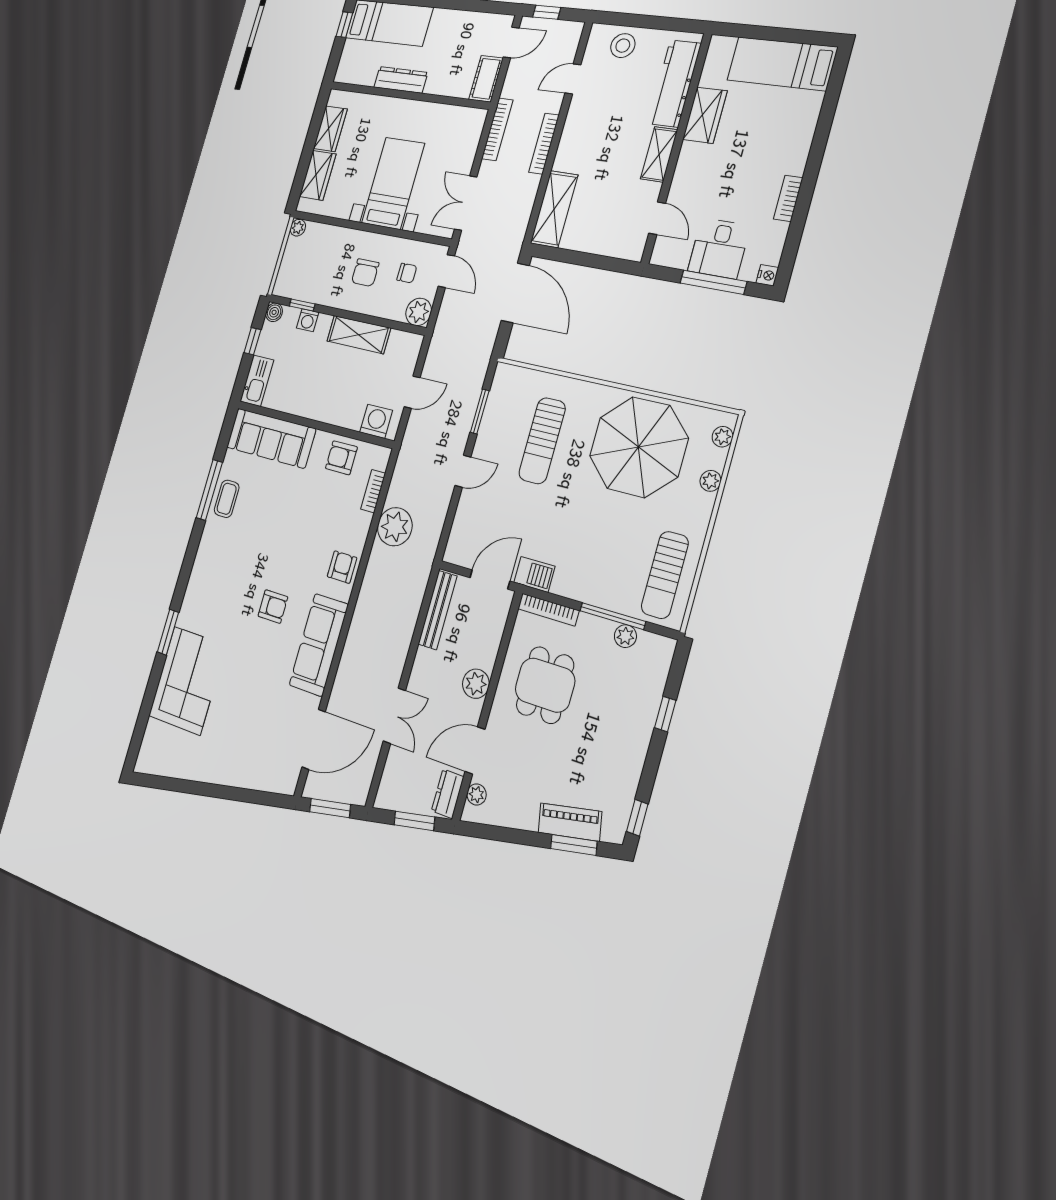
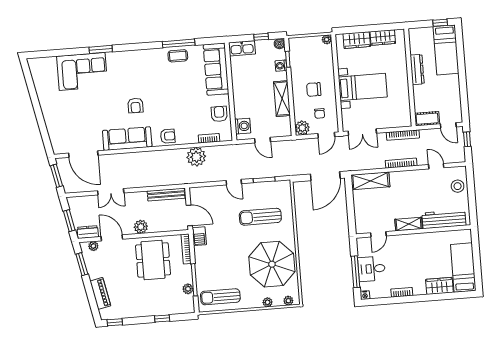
wardrobe: (705, 115) -> (439, 286), moved, turned 180
double door: (466, 203) -> (362, 132), swing flipped
dining table: (545, 685) -> (153, 260), width x1.38
window: (574, 845) -> (82, 264), moved

